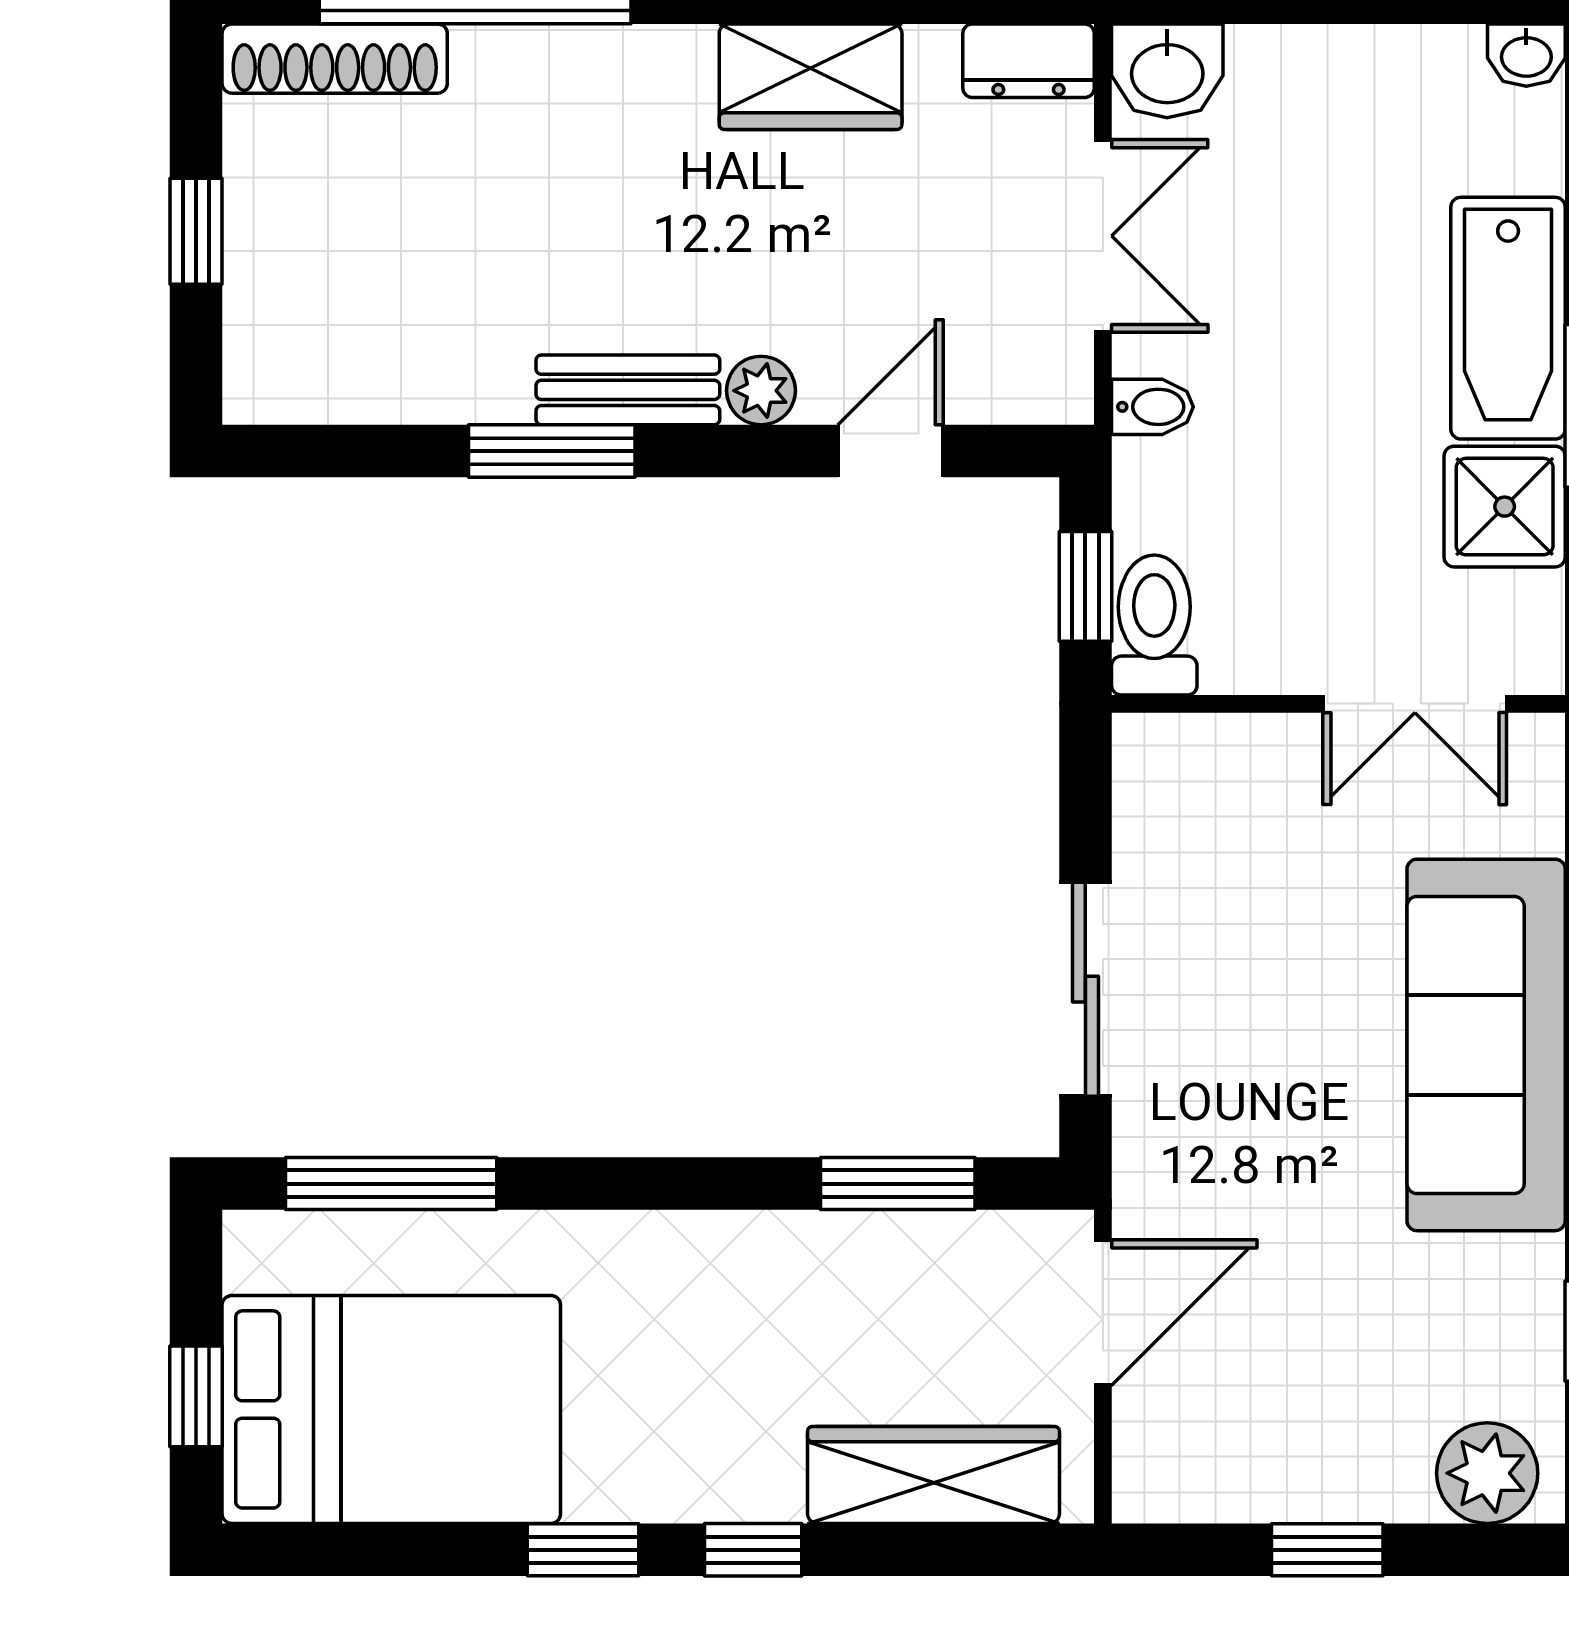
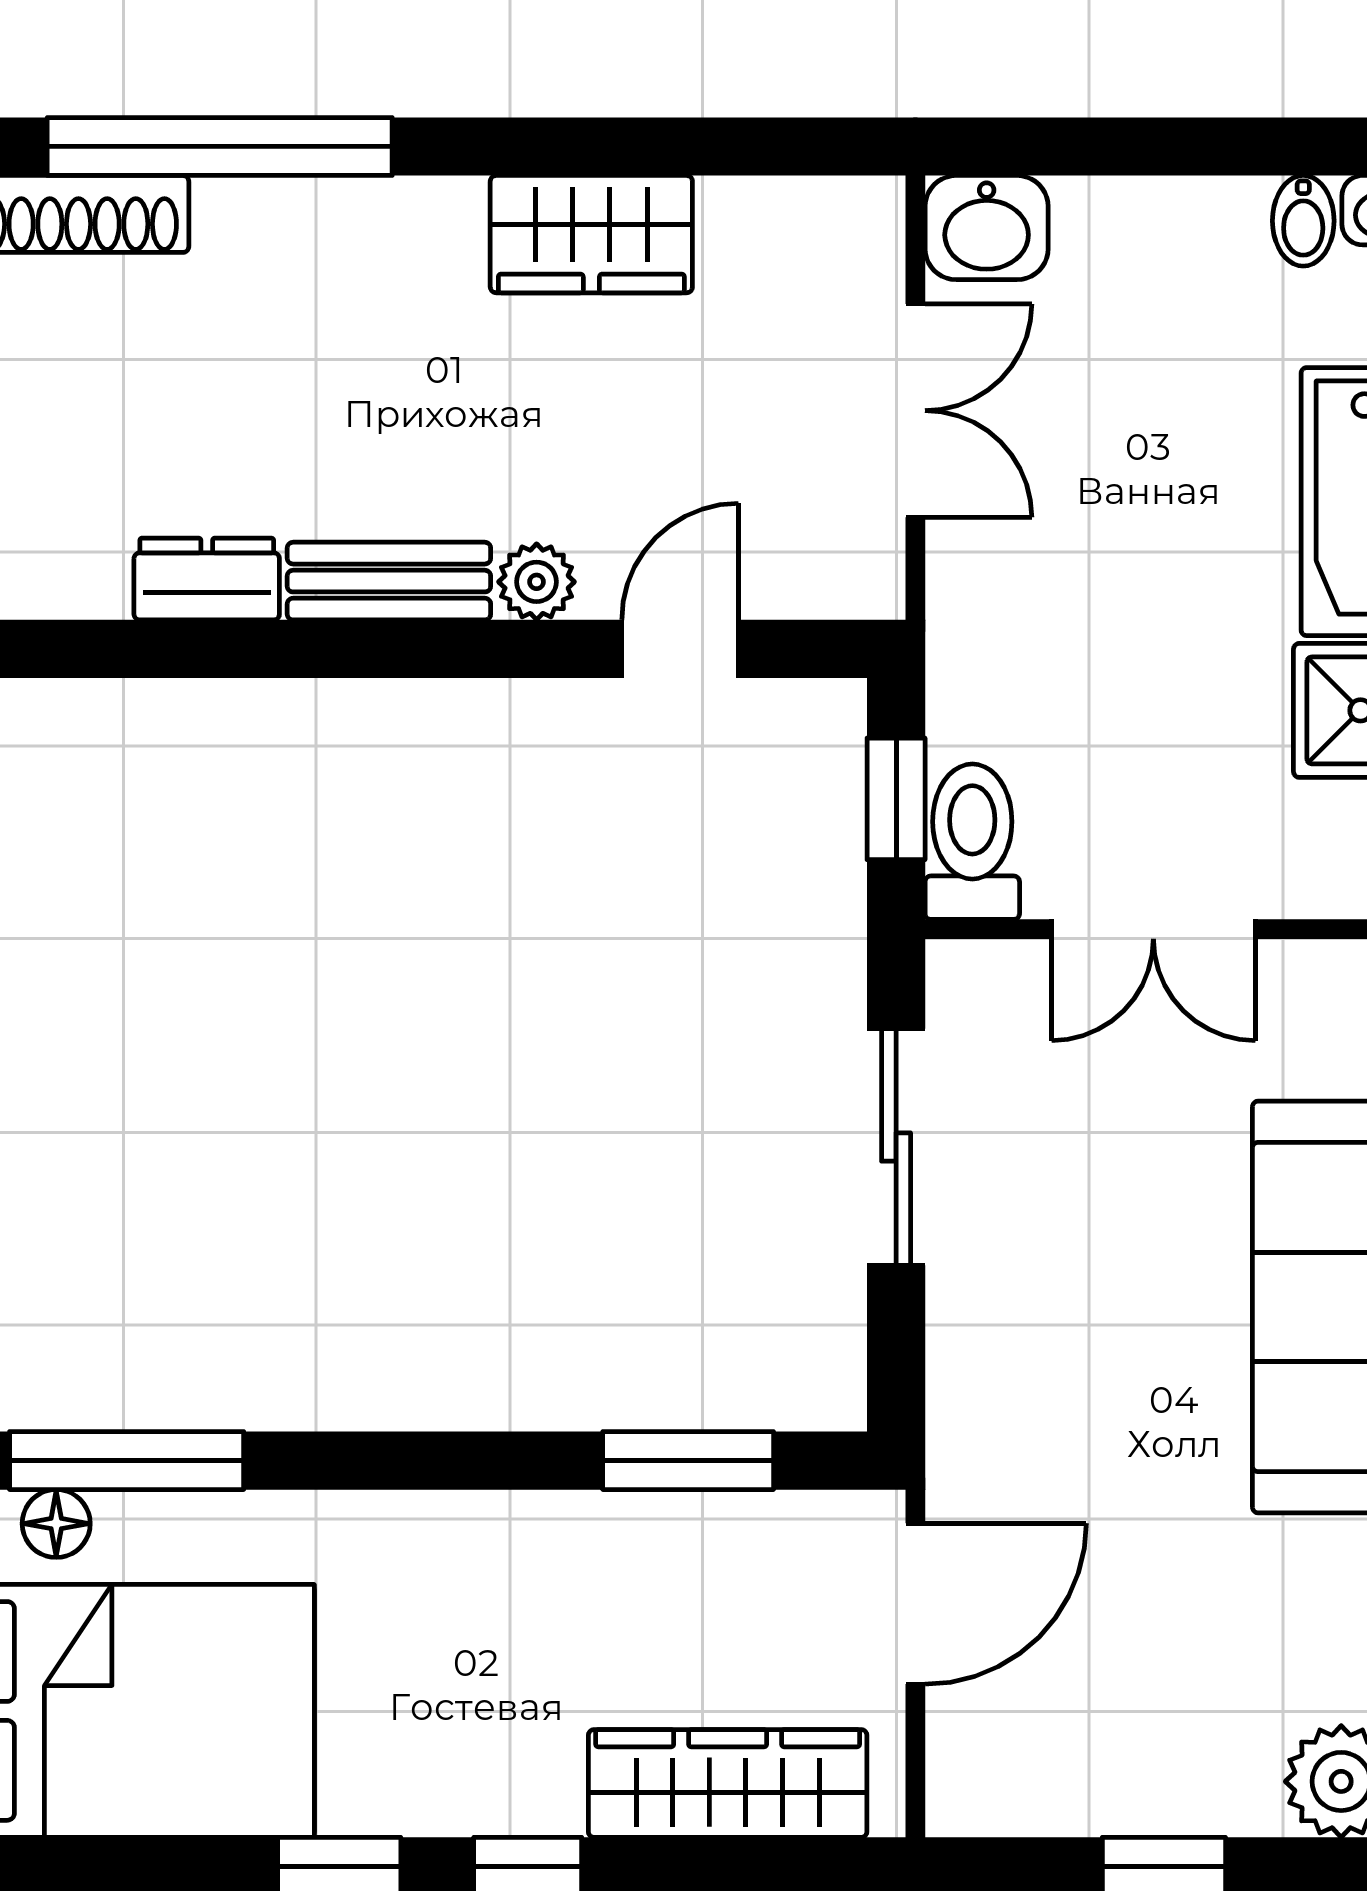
dresser: (1029, 61) -> (207, 579), moved, turned 180
bidet: (1153, 407) -> (1303, 221), moved, turned 90
window: (552, 451) -> (305, 649), removed
double door: (1415, 704) -> (1153, 929), moved
sliding door: (1085, 989) -> (896, 1147), moved
floor lamp: (328, 1240) -> (56, 1524), added

